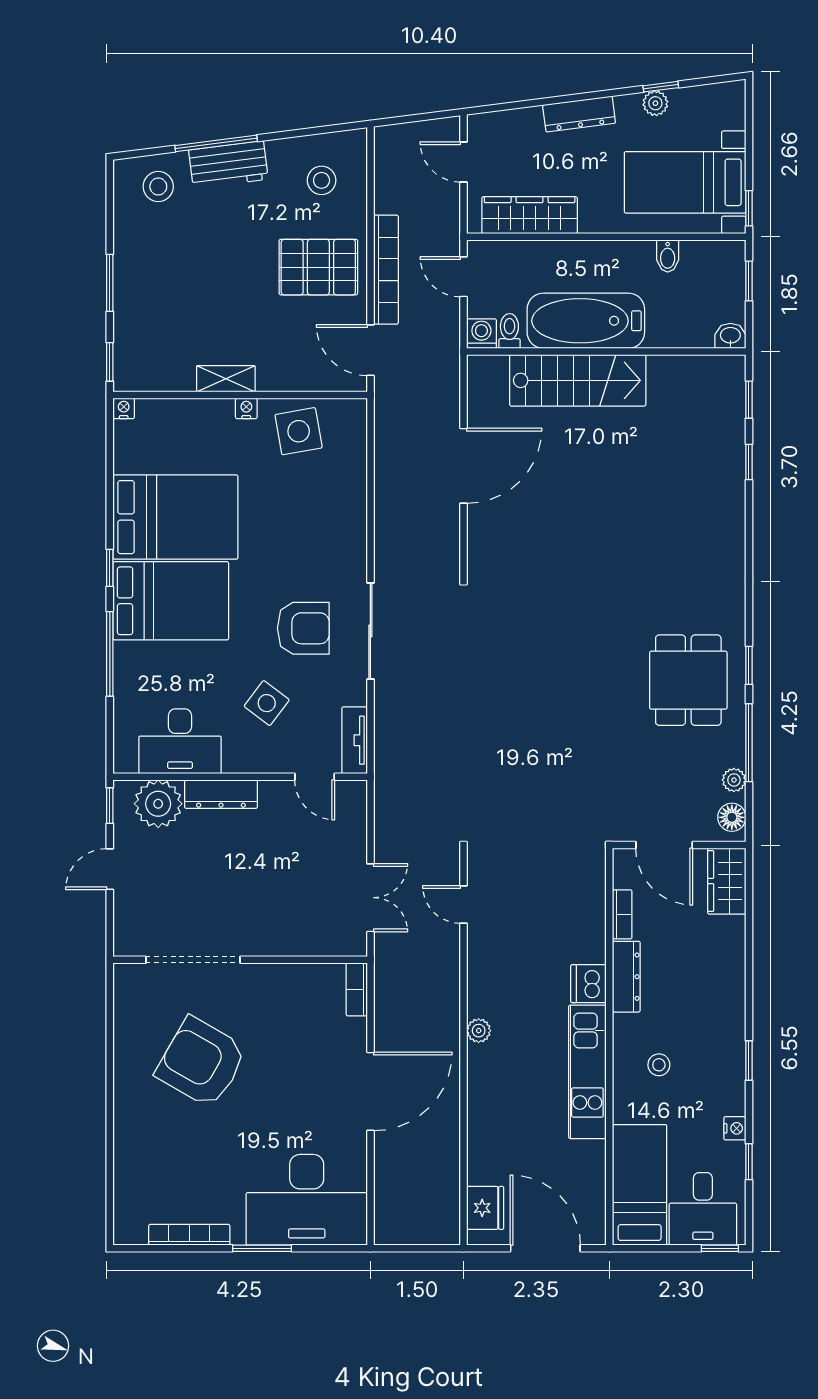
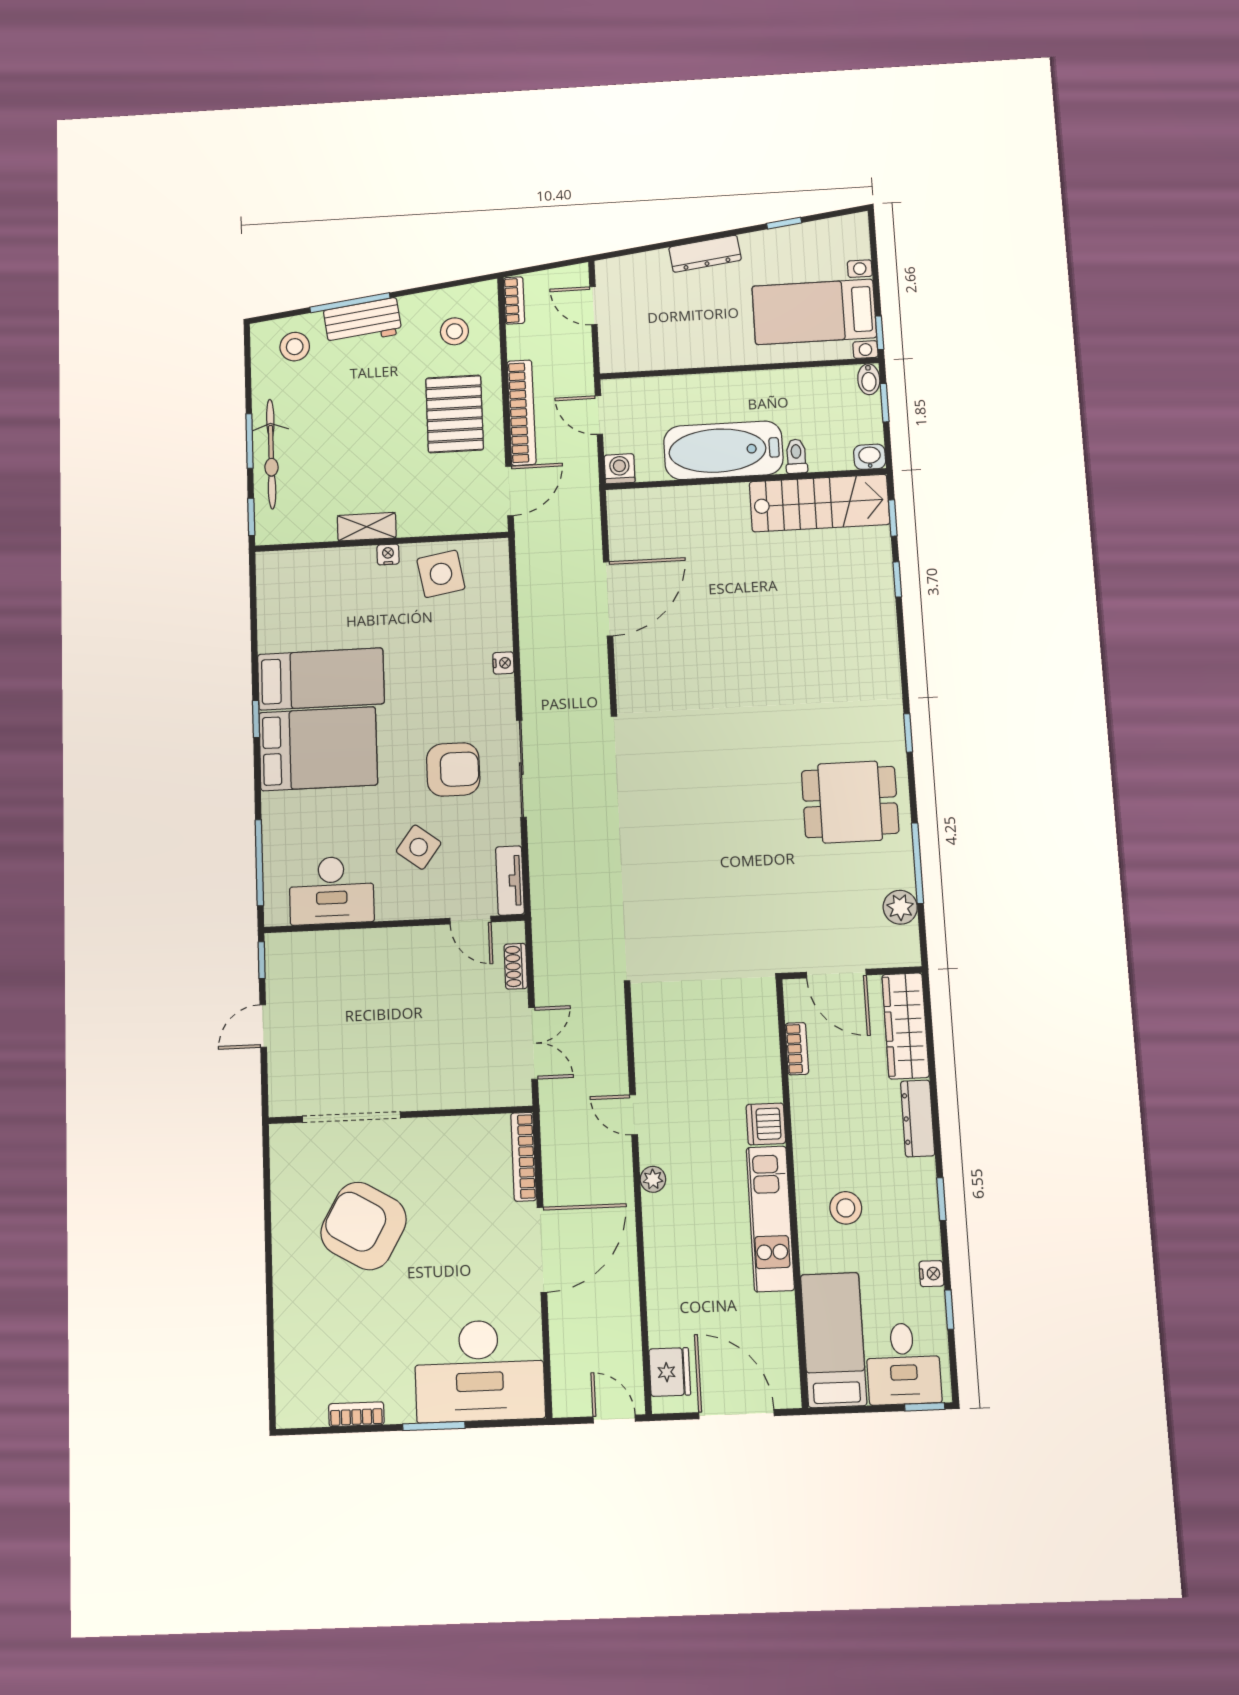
plant: (655, 103) -> (780, 239), removed
bookcase: (383, 152) -> (514, 300), added
wardrobe: (530, 215) -> (661, 352), removed
bidet: (668, 256) -> (869, 379), moved
pallet: (318, 267) -> (455, 414), turned 90
bicycle: (131, 298) -> (271, 454), added
toilet: (509, 331) -> (796, 456), moved
door: (370, 350) -> (509, 491), swing flipped
stairs: (578, 380) -> (819, 503), moved
nightstand: (124, 408) -> (503, 663), moved, turned 90
bed: (175, 517) -> (321, 679), width x0.67
window: (110, 654) -> (259, 863), moved
window: (749, 665) -> (908, 733), moved
dining table: (688, 680) -> (850, 802), turned 90
plant: (734, 780) -> (900, 907), width x1.38, depth x1.38
dresser: (221, 794) -> (375, 943), removed
plant: (158, 804) -> (311, 956), removed
floor lamp: (732, 817) -> (905, 941), removed
shoe rack: (357, 823) -> (516, 966), added
wardrobe: (727, 881) -> (906, 1026), width x1.50
door: (463, 904) -> (634, 1115), moved
dresser: (626, 977) -> (918, 1118), moved, turned 180
bookcase: (357, 989) -> (524, 1157), width x1.56
stool: (659, 1065) -> (846, 1208), width x1.37, depth x1.37
bookcase: (189, 1235) -> (356, 1414), width x0.64
door: (431, 1248) -> (614, 1419), added

